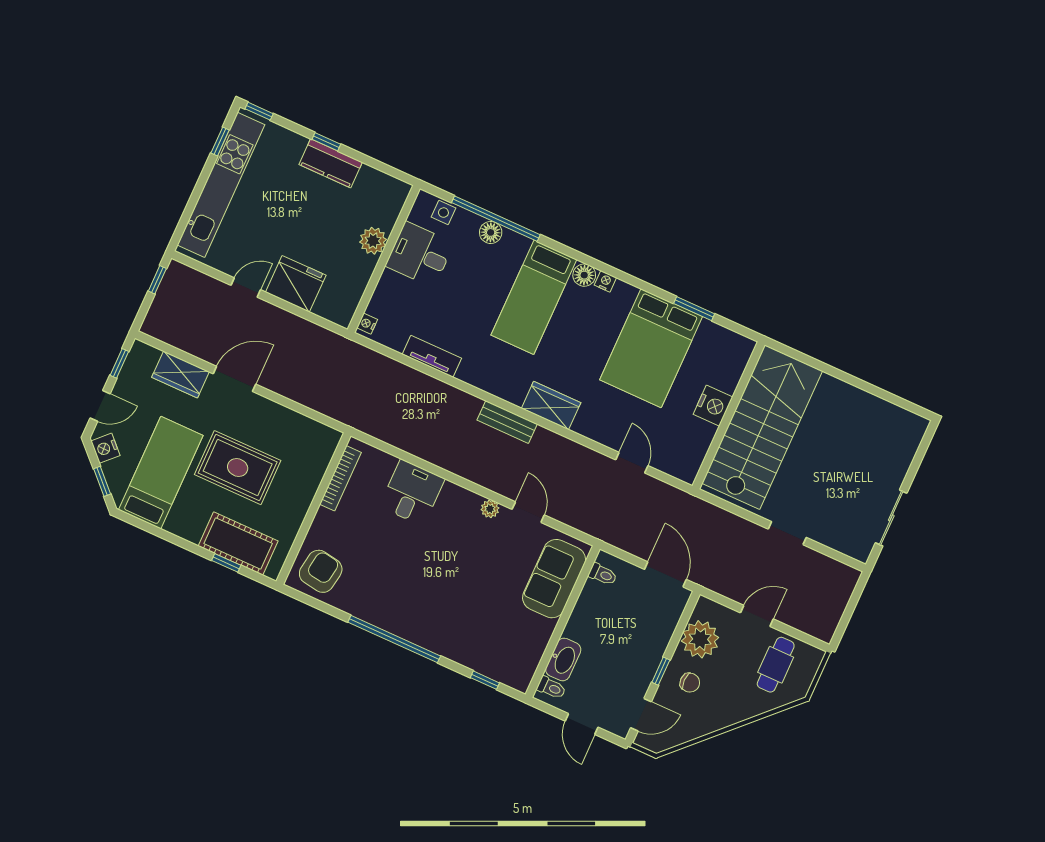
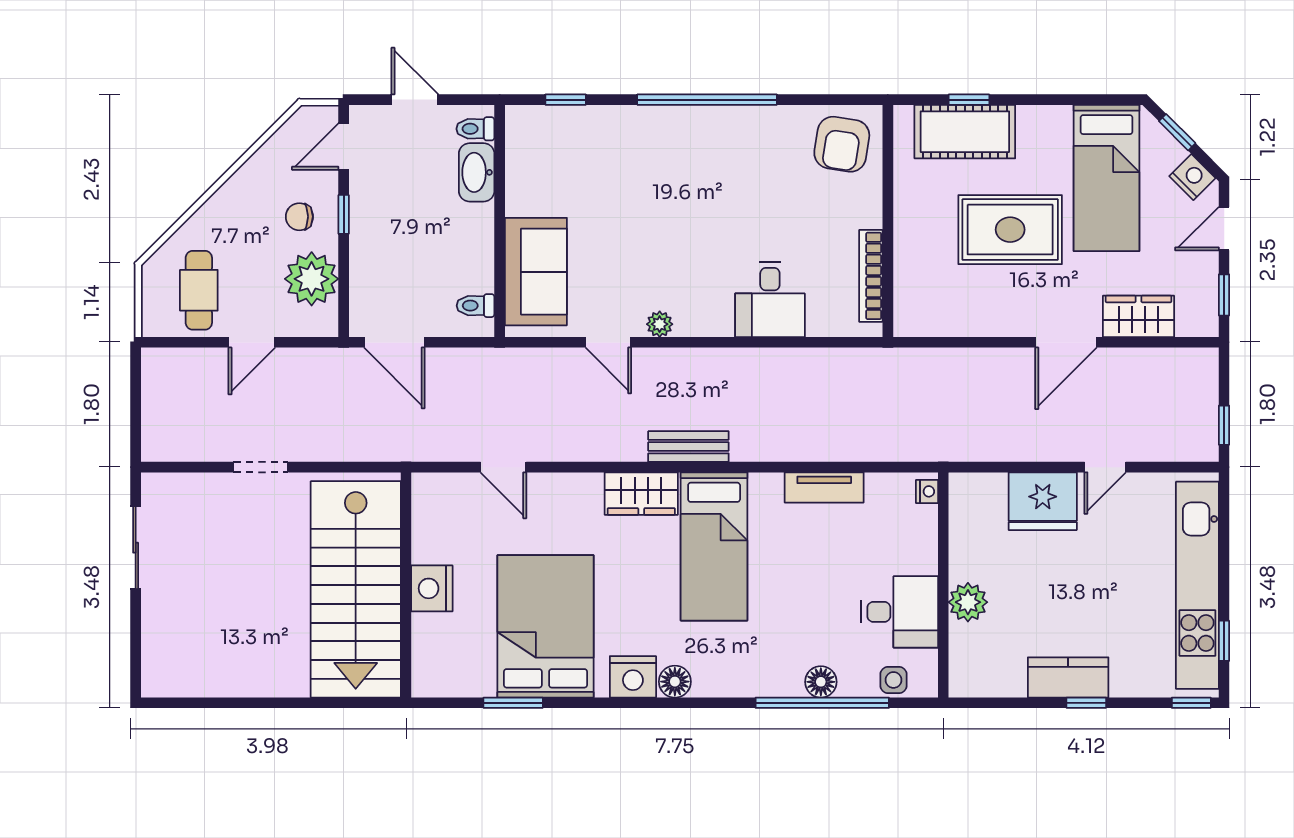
nightstand: (605, 281) -> (633, 677), width x1.89, depth x1.79
bed: (534, 297) -> (714, 546), moved, turned 180

